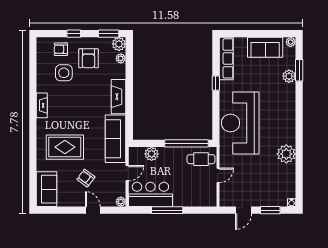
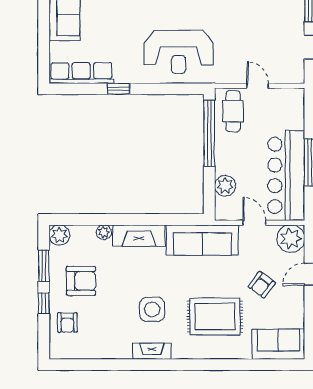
window: (109, 34) -> (44, 266), moved
plant: (121, 58) -> (104, 232), moved
side table: (64, 73) -> (152, 309), moved
reception desk: (240, 123) -> (179, 52), width x0.74, depth x0.77
rug: (65, 147) -> (215, 317), turned 90
bar counter: (150, 194) -> (286, 175), width x1.36
plant: (121, 202) -> (291, 239), width x1.88, depth x1.88

